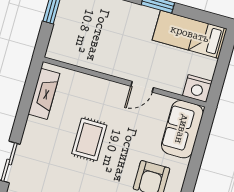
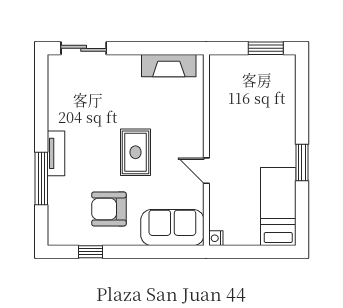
nightstand: (197, 88) -> (216, 238), width x0.53, depth x0.56
rug: (89, 139) -> (136, 152), moved, turned 90

